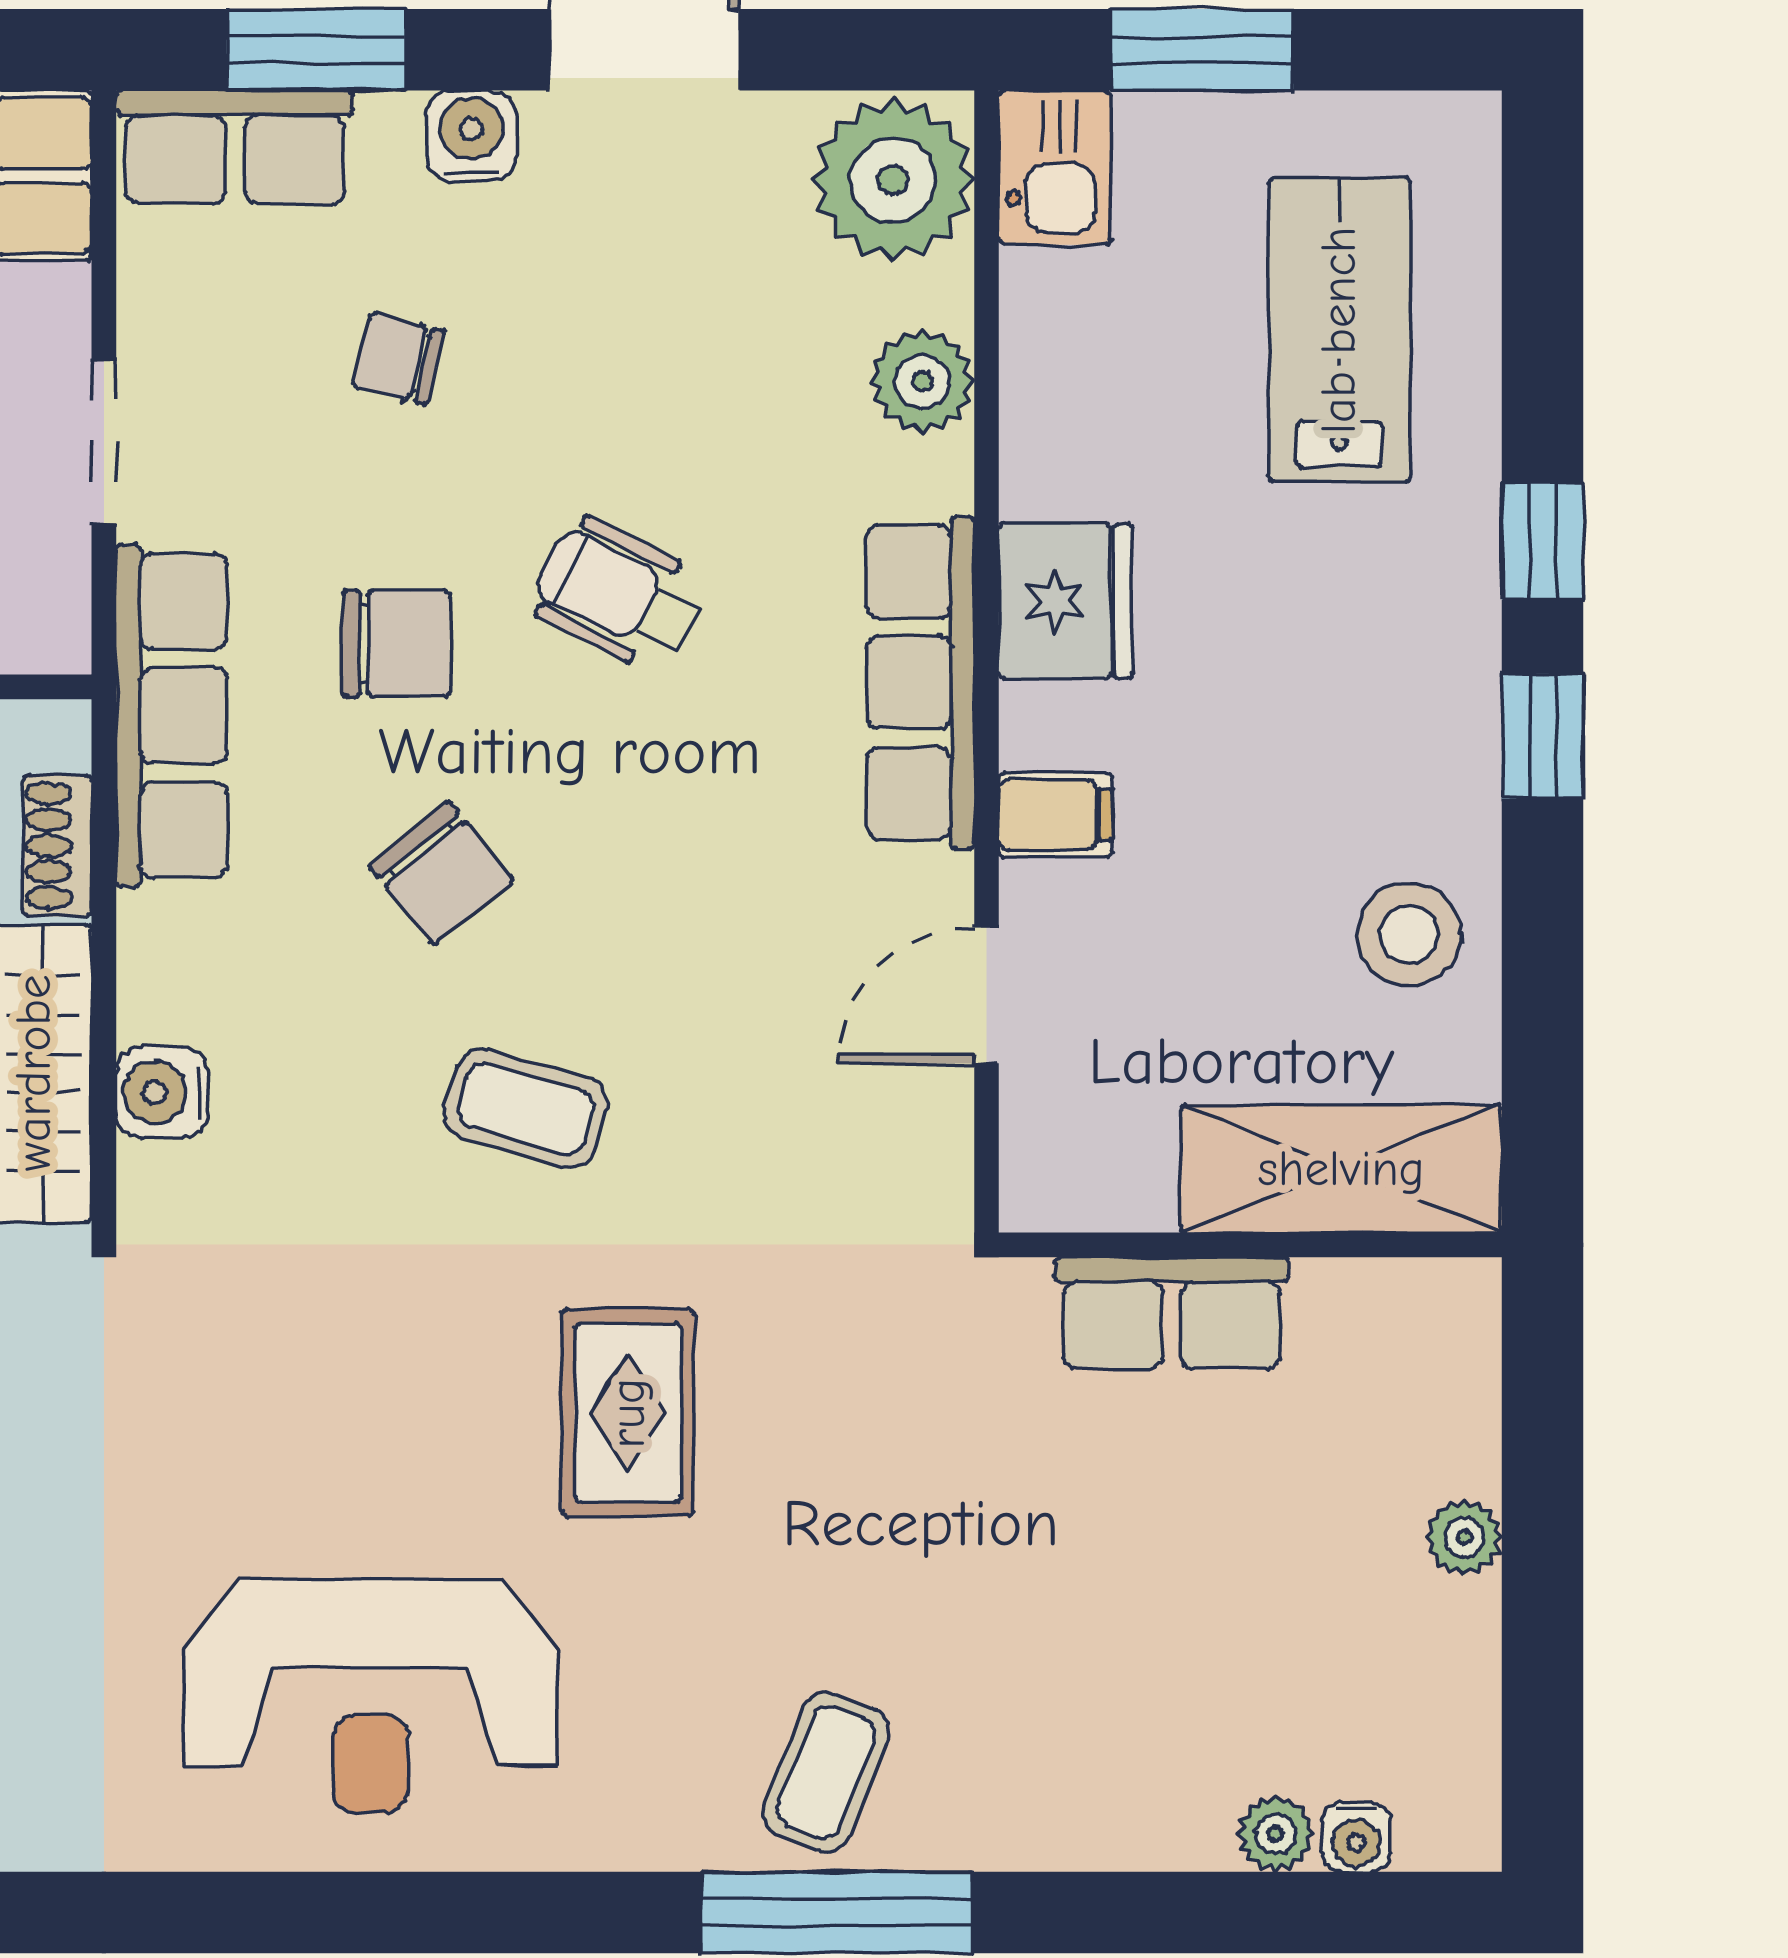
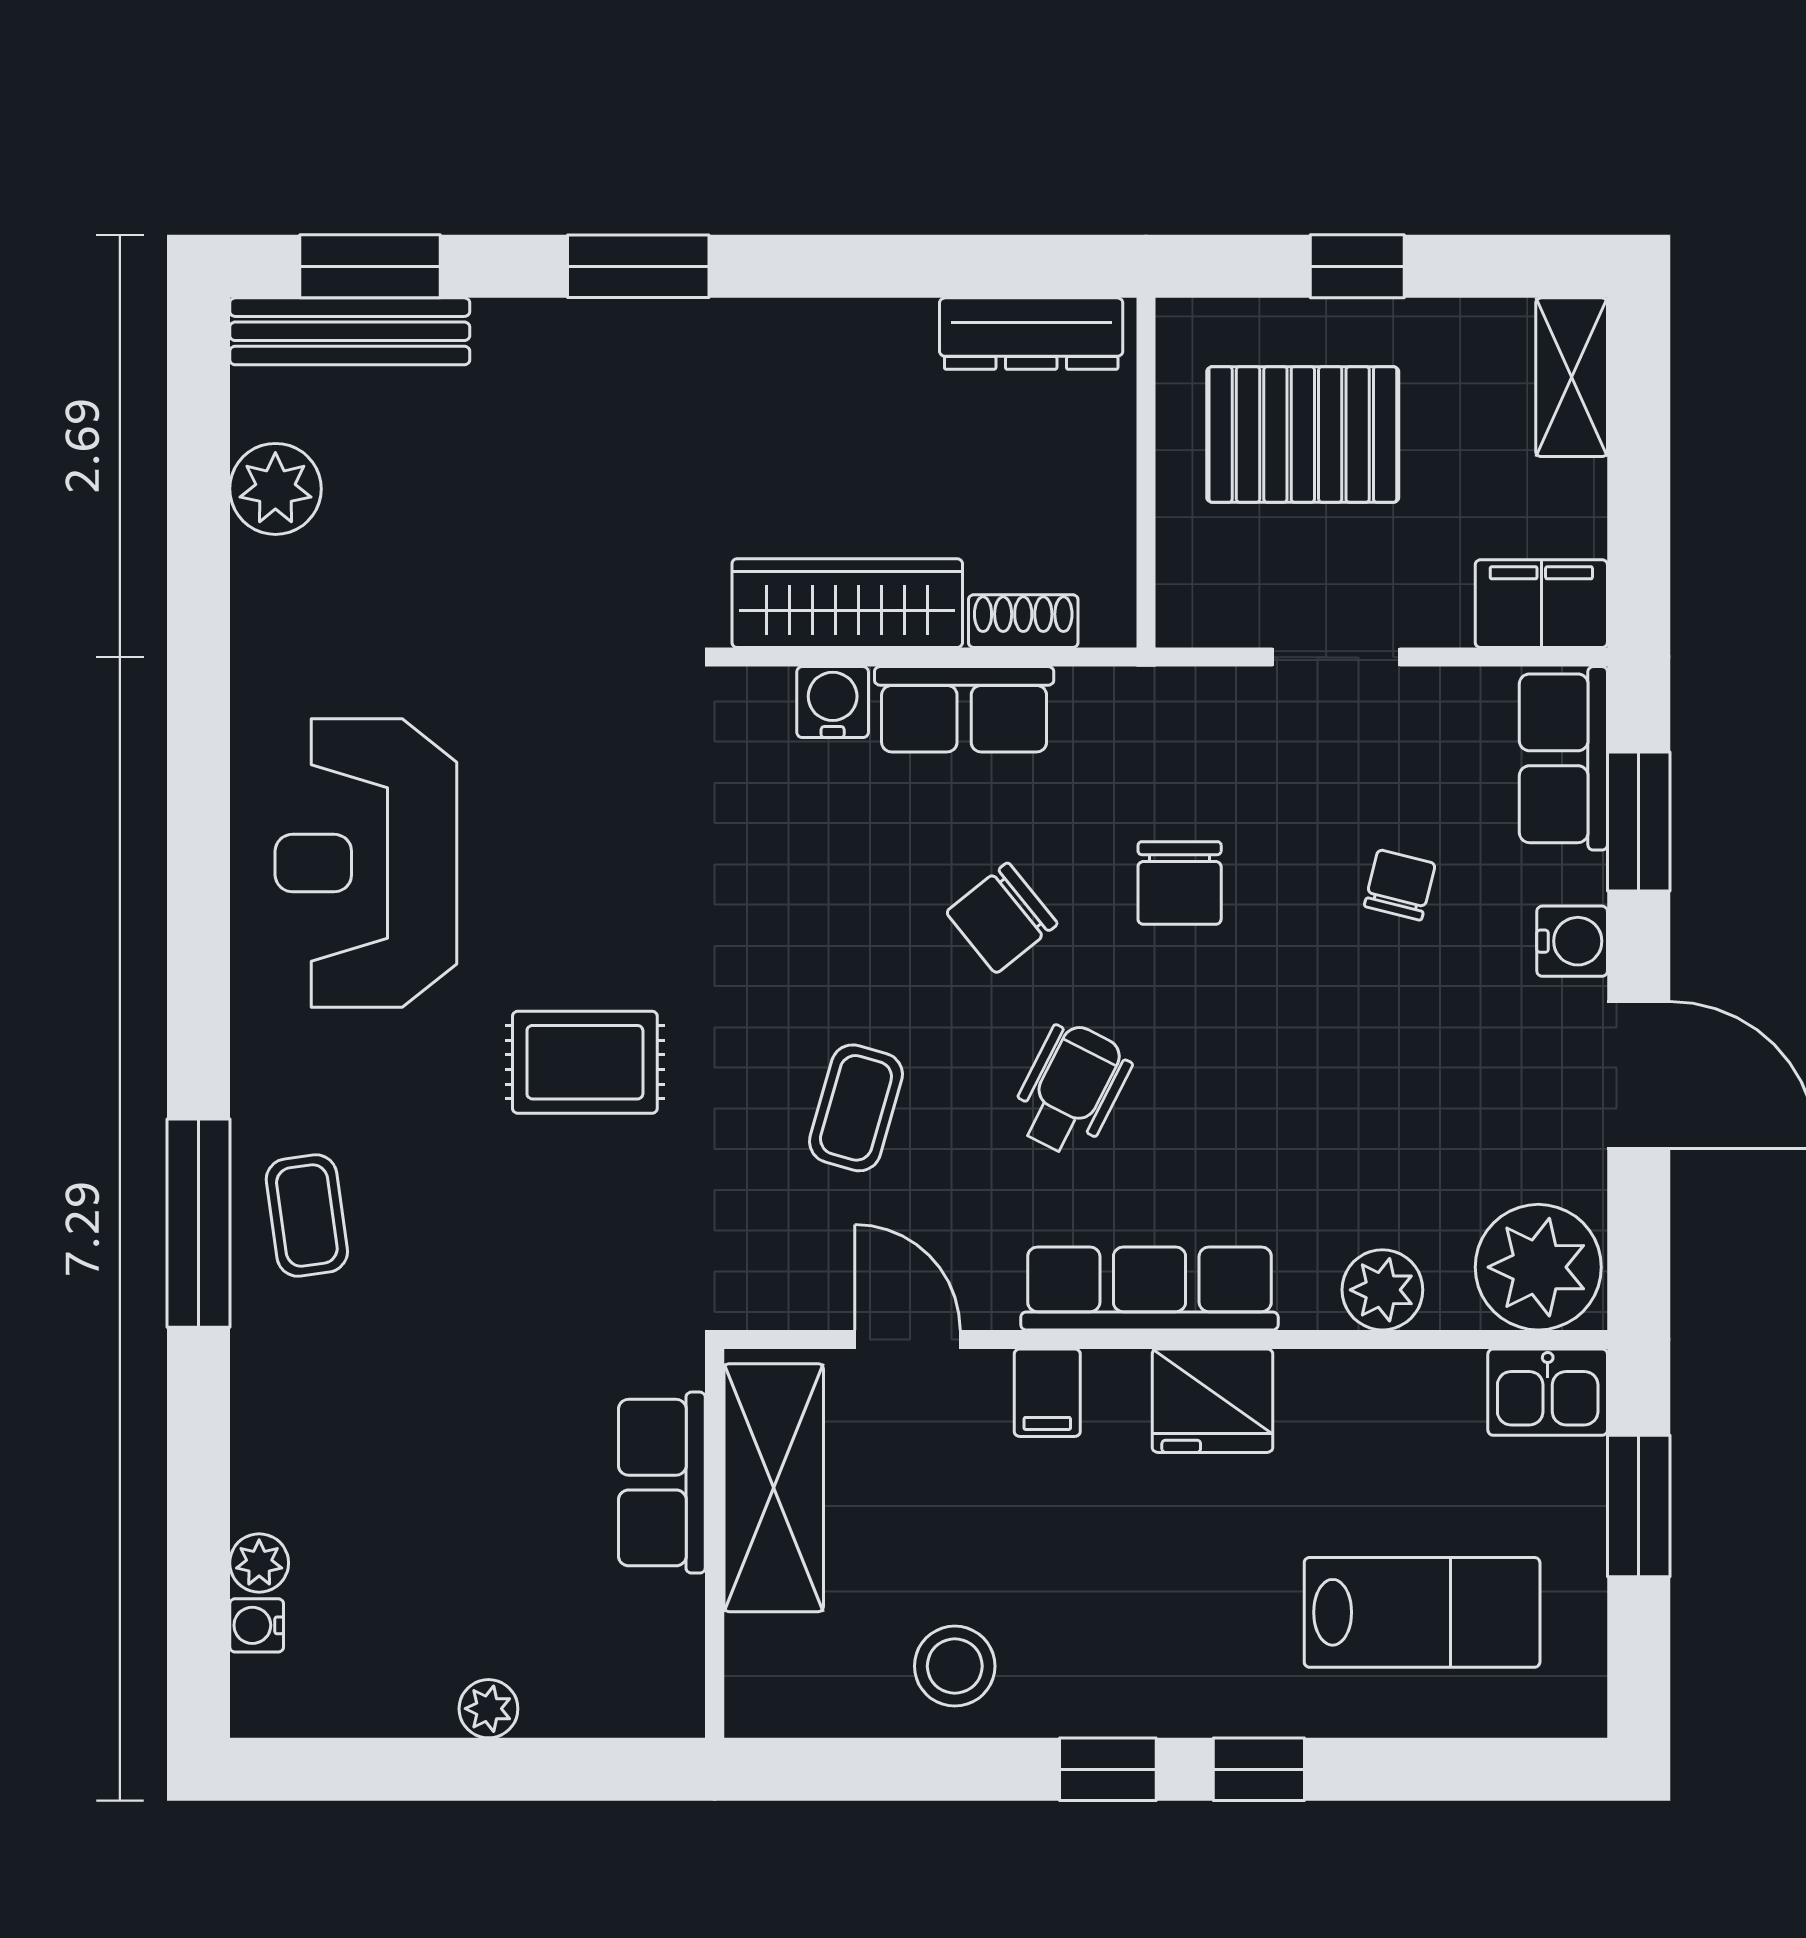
wheelchair: (619, 595) -> (1071, 1089), moved
row of seats: (171, 716) -> (964, 709), moved, width x0.68
coffee table: (526, 1108) -> (856, 1108), moved
shelving: (1341, 1169) -> (774, 1488), moved
coffee table: (826, 1772) -> (307, 1216), turned 60

